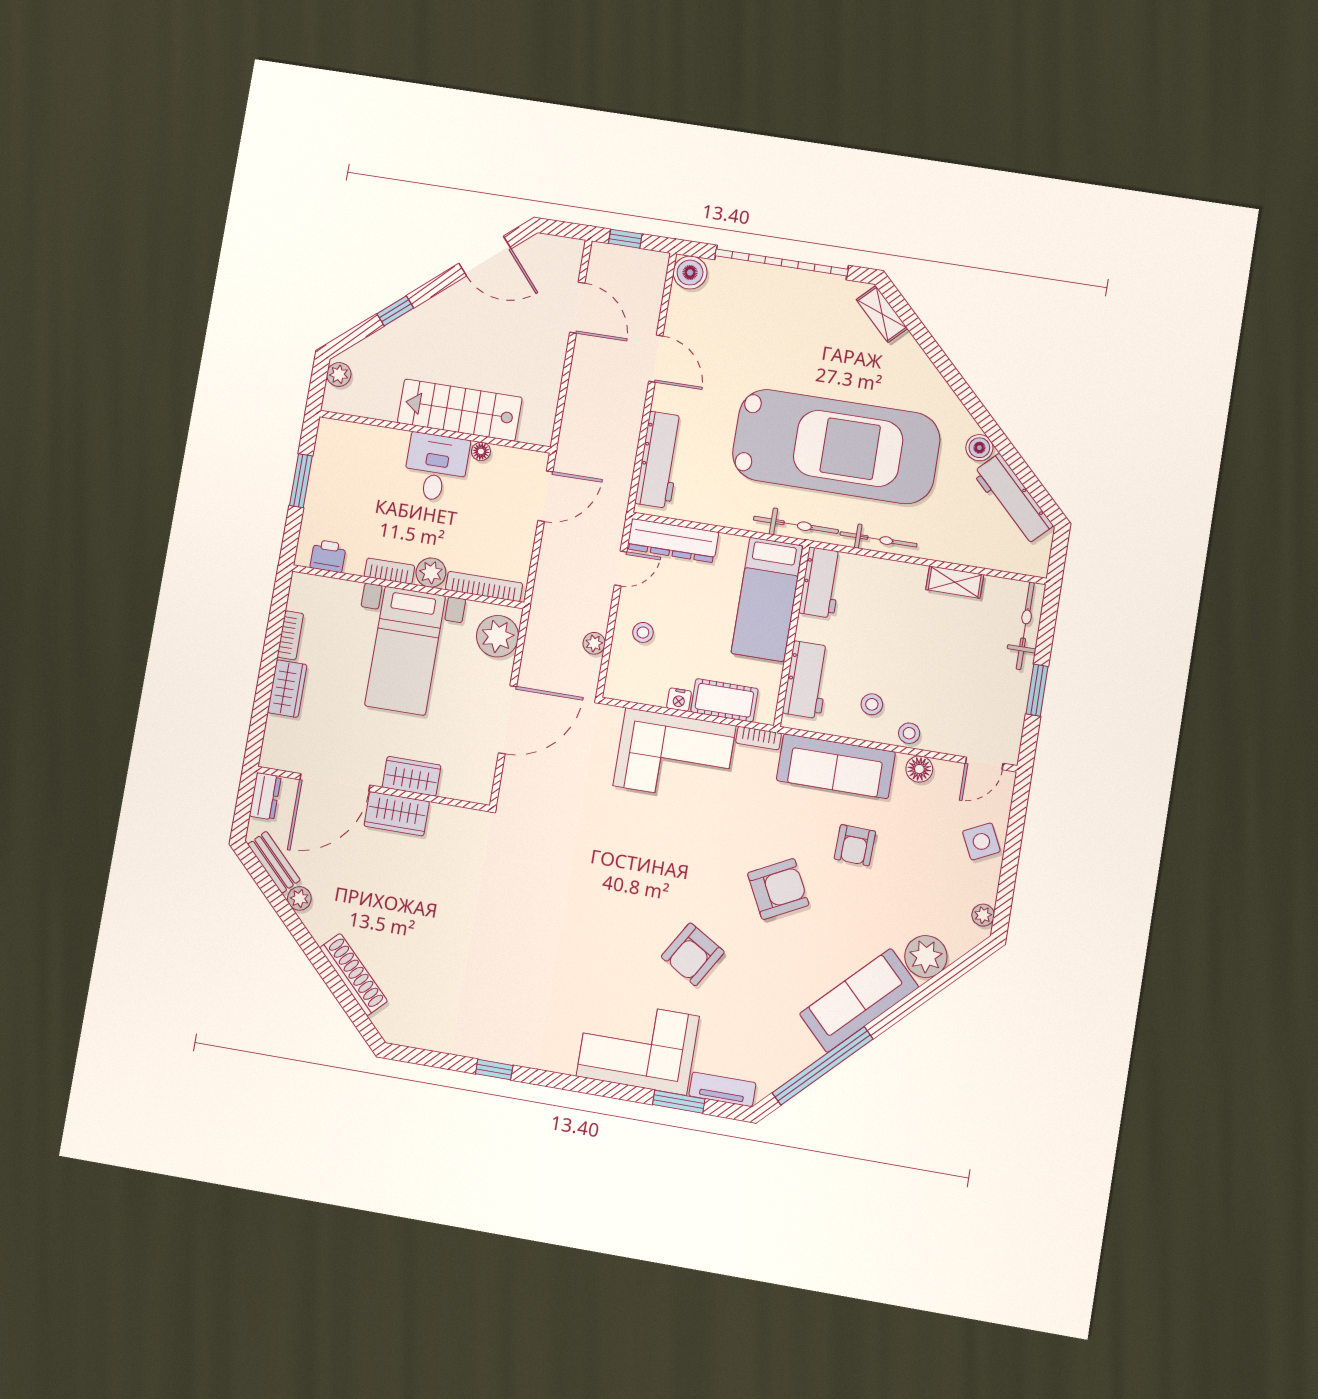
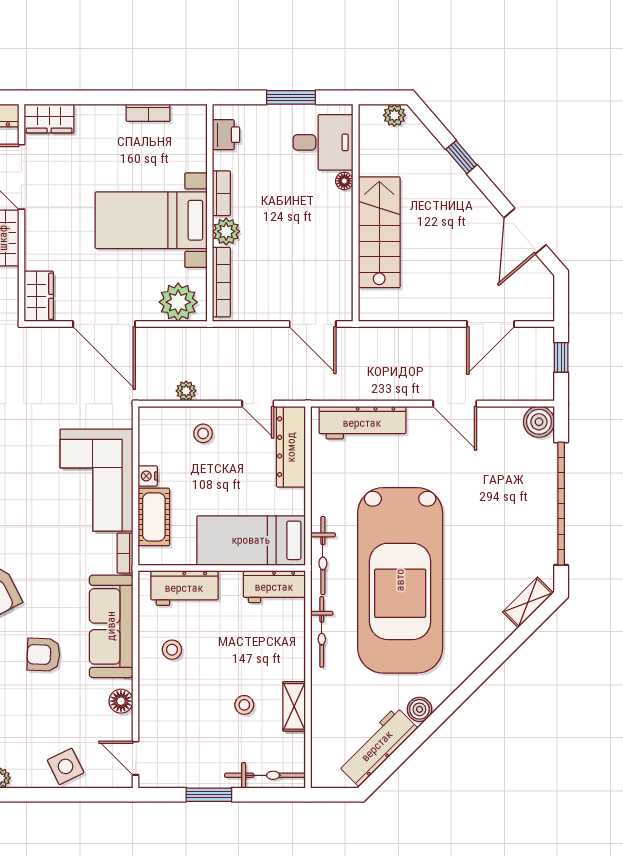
door: (656, 359) -> (455, 404), hinge flipped
floor lamp: (481, 451) -> (344, 181), moved
desk: (436, 467) -> (323, 142), moved
wardrobe: (287, 689) -> (49, 118), moved
stool: (909, 733) -> (244, 705), moved
wardrobe: (412, 776) -> (39, 296), moved

